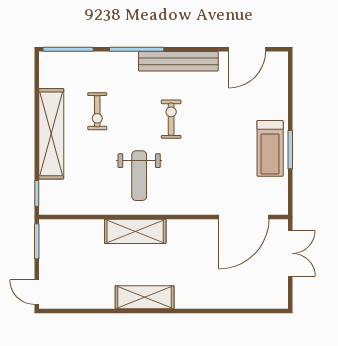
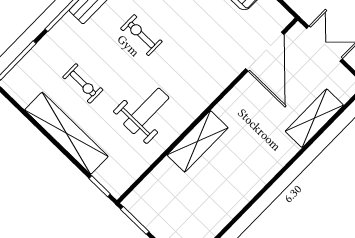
weight bench: (139, 176) -> (146, 111), moved, turned -90
shelving: (145, 297) -> (314, 118), moved

